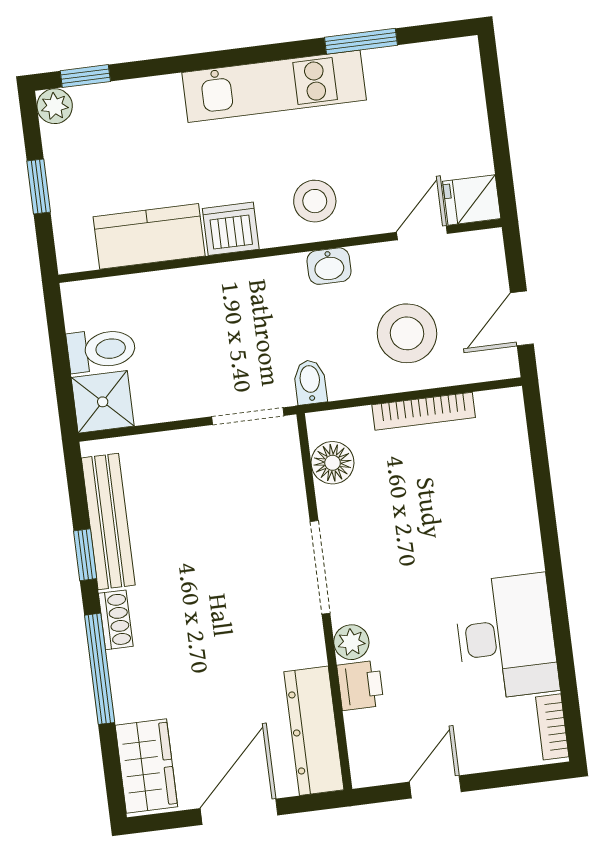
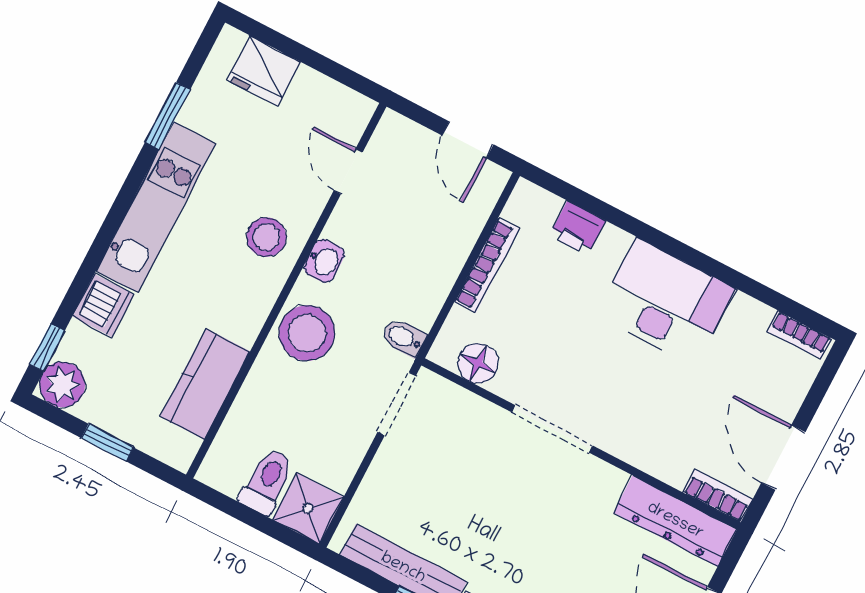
plant: (55, 106) -> (62, 385), width x1.38, depth x1.38
fridge: (472, 200) -> (264, 71), moved, width x1.38
dishwasher: (231, 229) -> (103, 305), moved, turned 180
stool: (407, 333) -> (307, 333), moved
desk: (506, 637) -> (666, 302), moved
plant: (351, 642) -> (627, 445), removed
printer: (360, 685) -> (577, 228), moved, turned 180
bookcase: (362, 753) -> (718, 496), added
door: (435, 787) -> (783, 457), width x1.38

